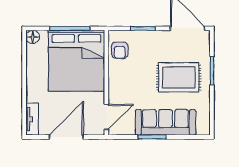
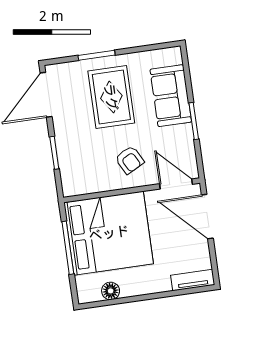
floor lamp: (33, 37) -> (111, 291), moved
armchair: (120, 50) -> (130, 160), moved, turned 62
sofa: (165, 122) -> (171, 96), width x0.73
door: (66, 137) -> (207, 217), moved

